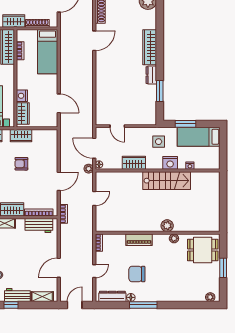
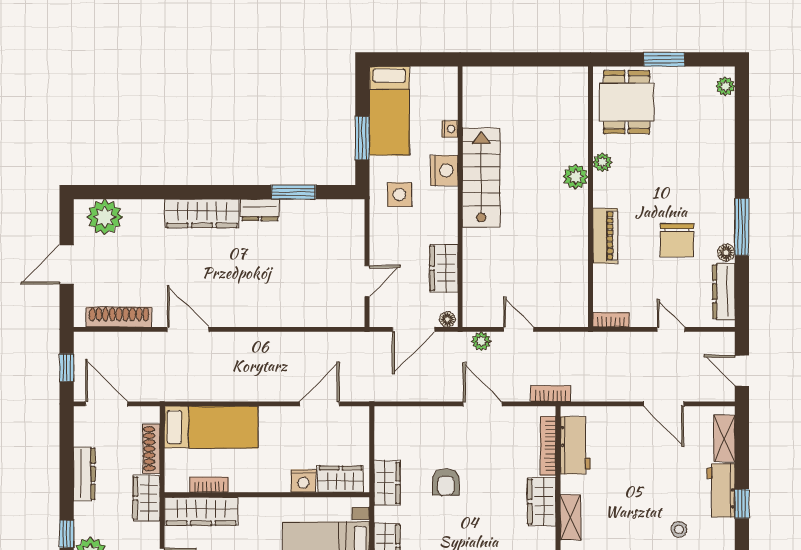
wardrobe: (134, 163) -> (444, 268), moved
plant: (89, 169) -> (481, 341), moved

